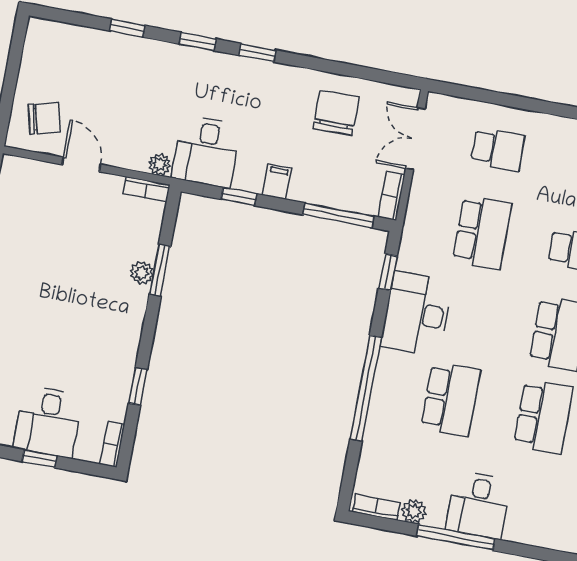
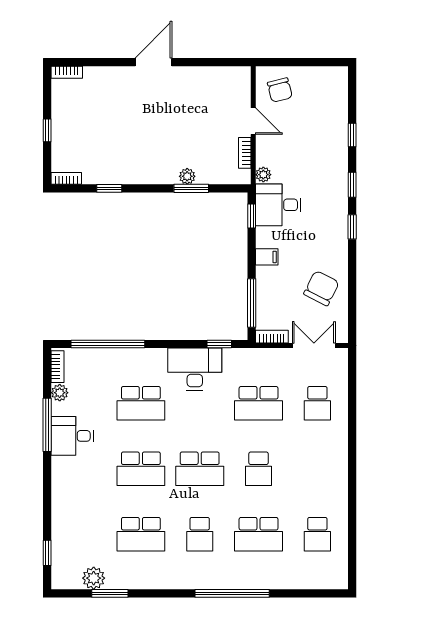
chair: (336, 113) -> (321, 288), turned -63
door: (81, 164) -> (253, 121), hinge flipped
bookcase: (147, 189) -> (245, 153), moved
window: (239, 197) -> (252, 216), moved
window: (366, 388) -> (108, 344), moved
desk: (48, 422) -> (74, 132), removed

